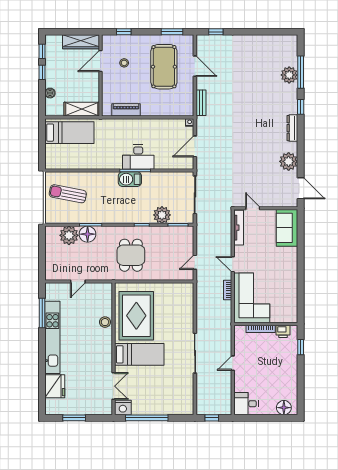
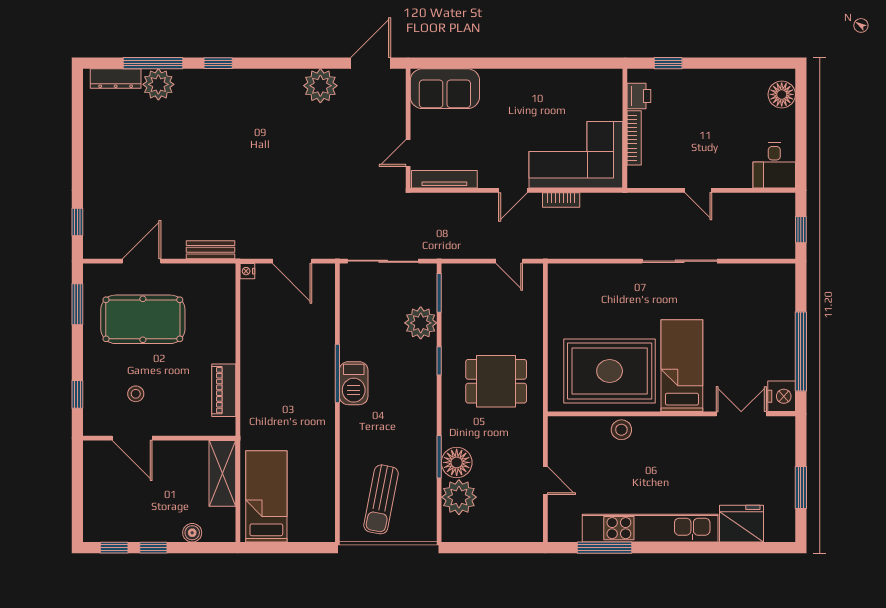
wardrobe: (81, 42) -> (96, 475), removed
dresser: (292, 128) -> (116, 79), moved
desk: (138, 157) -> (312, 368), removed

